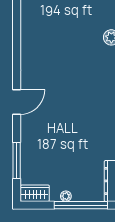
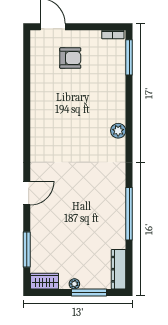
window: (81, 205) -> (89, 292), width x0.68

